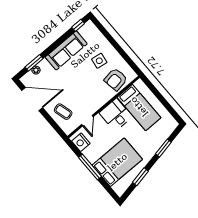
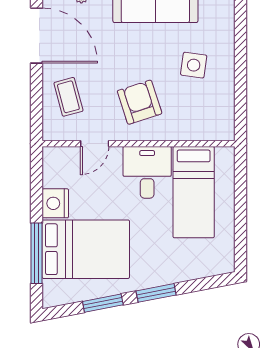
armchair: (116, 79) -> (140, 102), moved, turned 81
nightstand: (81, 142) -> (55, 203), moved
window: (163, 148) -> (156, 293), moved
window: (90, 167) -> (37, 253), moved

